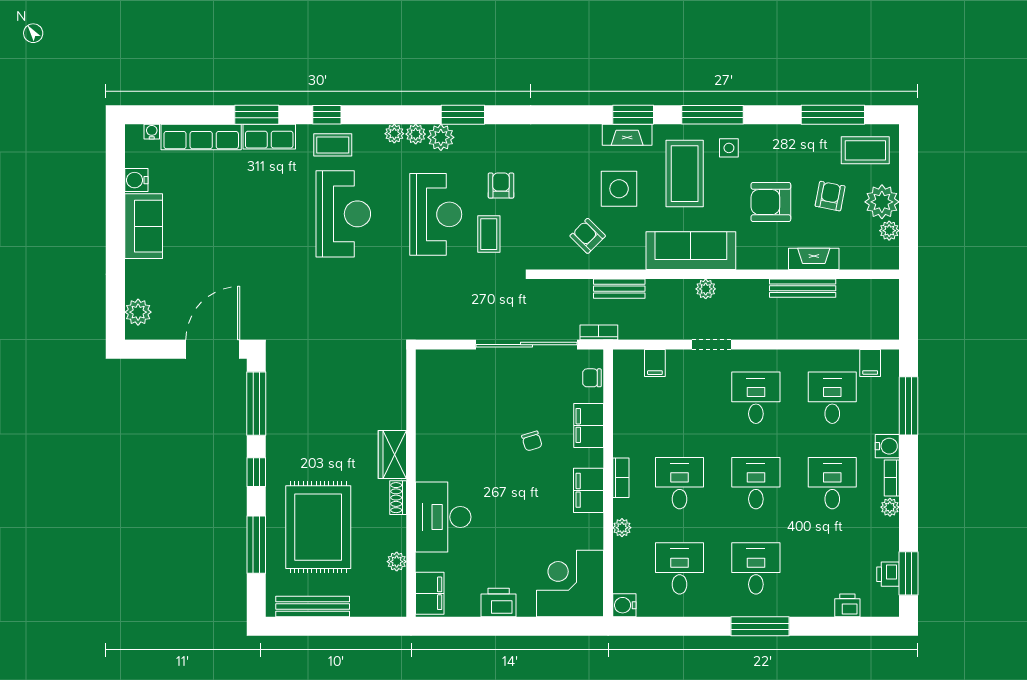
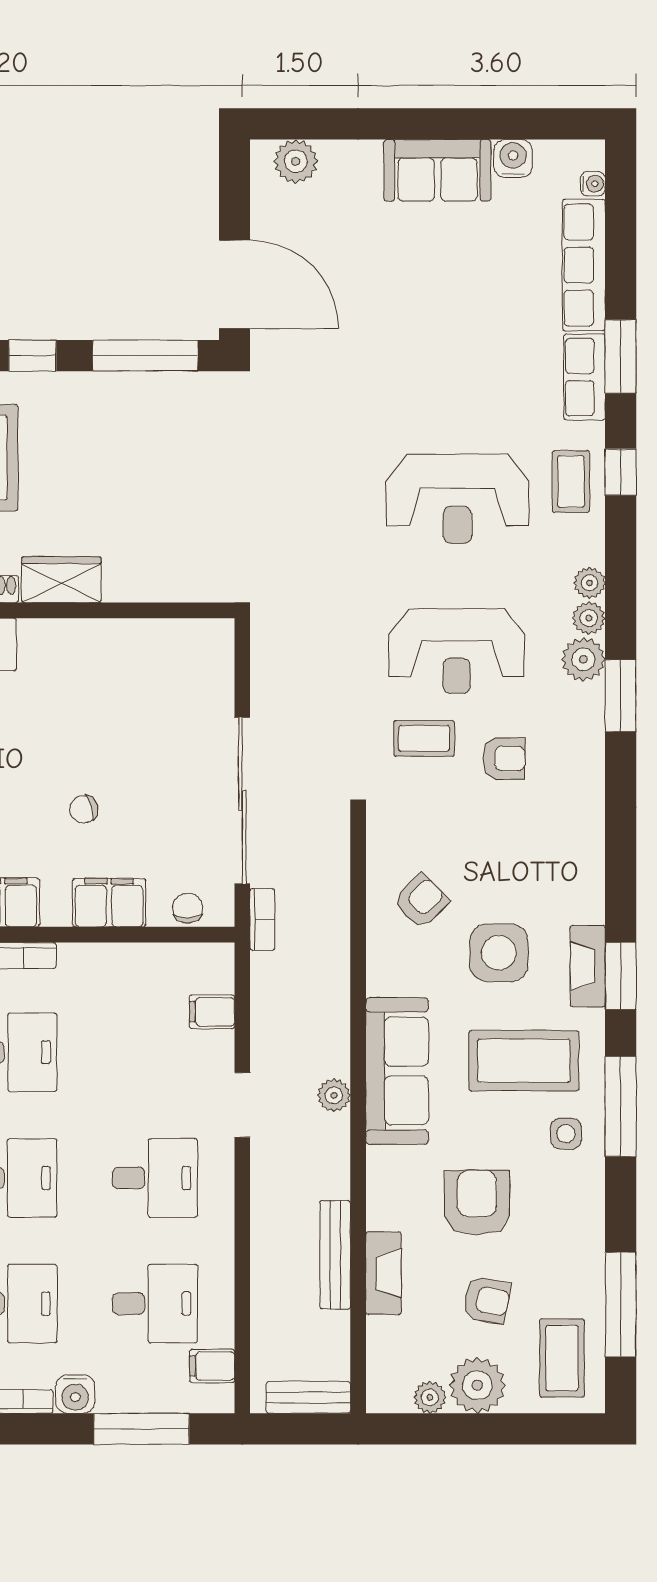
bench: (619, 289) -> (308, 1397), moved, turned 90

